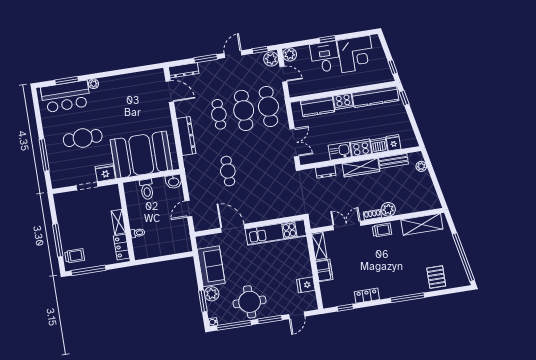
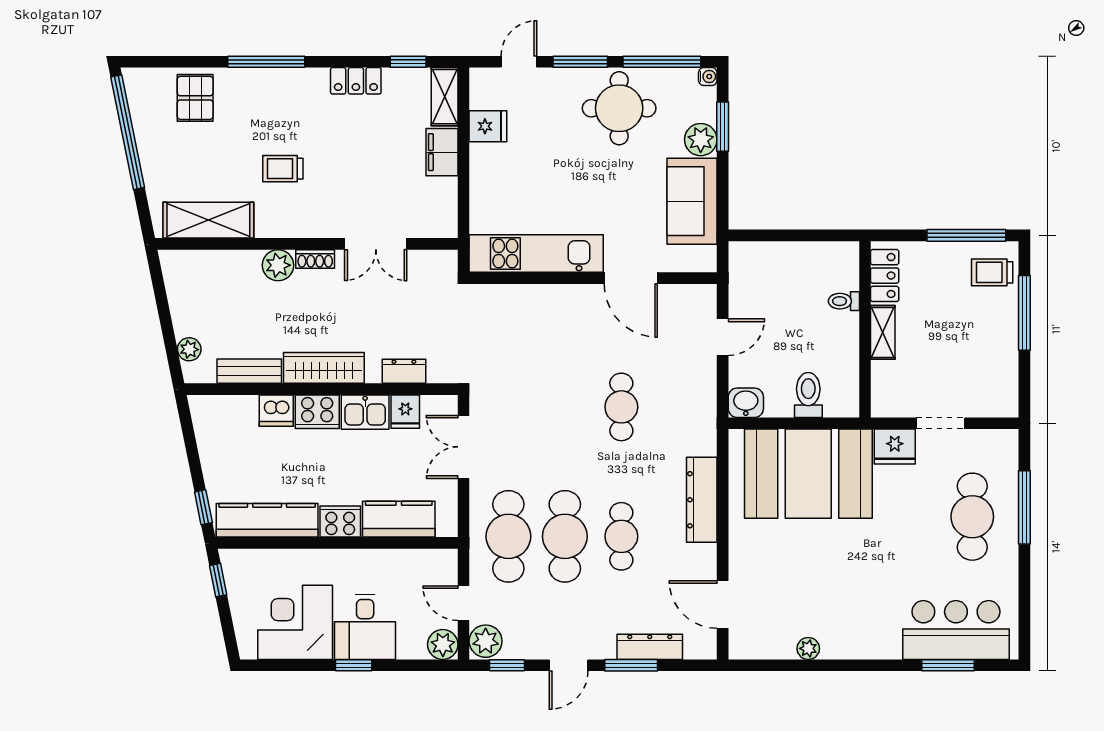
dresser: (184, 70) -> (650, 647), moved
plant: (94, 84) -> (808, 648), moved
cafe table: (83, 138) -> (972, 517), moved, turned 90
fridge: (393, 143) -> (405, 412), moved
trolley: (382, 230) -> (283, 169), moved
shelving: (319, 246) -> (445, 97), moved

